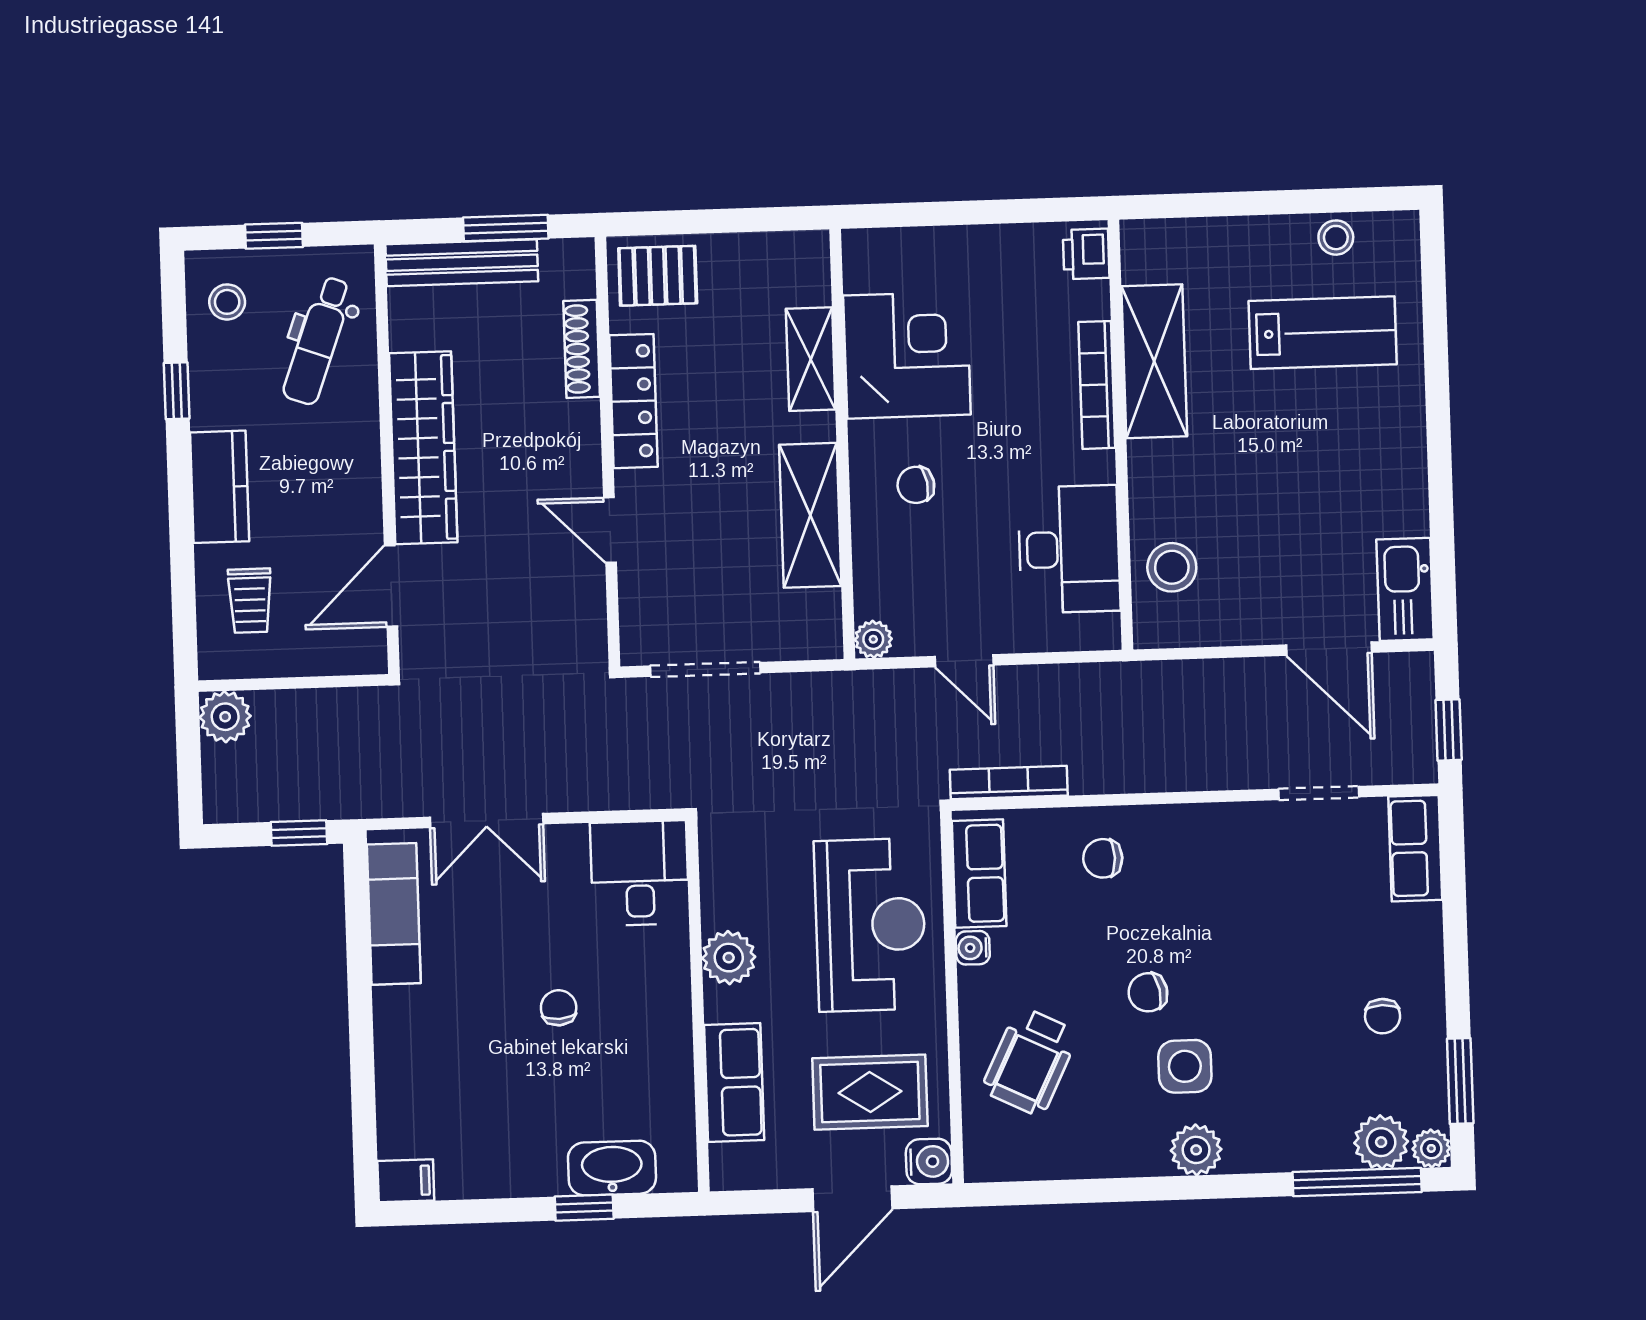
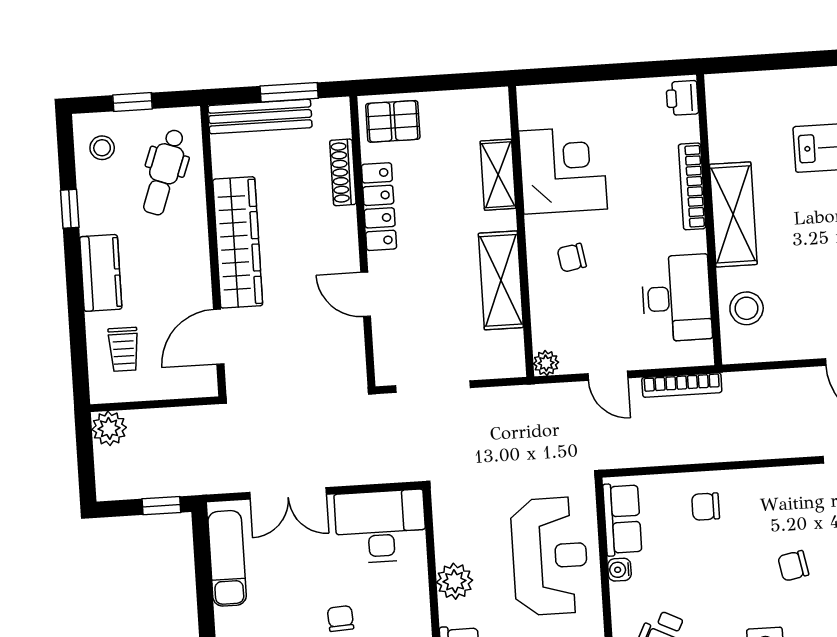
shelving: (1154, 361) -> (733, 214), moved
bookcase: (1009, 783) -> (682, 385), moved, turned 180
desk: (640, 873) -> (381, 527), width x1.37
chair: (1148, 992) -> (793, 566), moved

